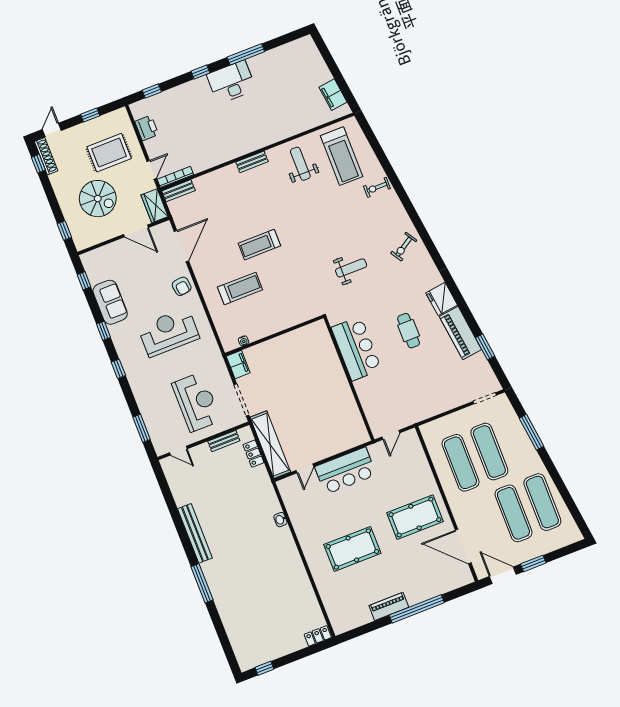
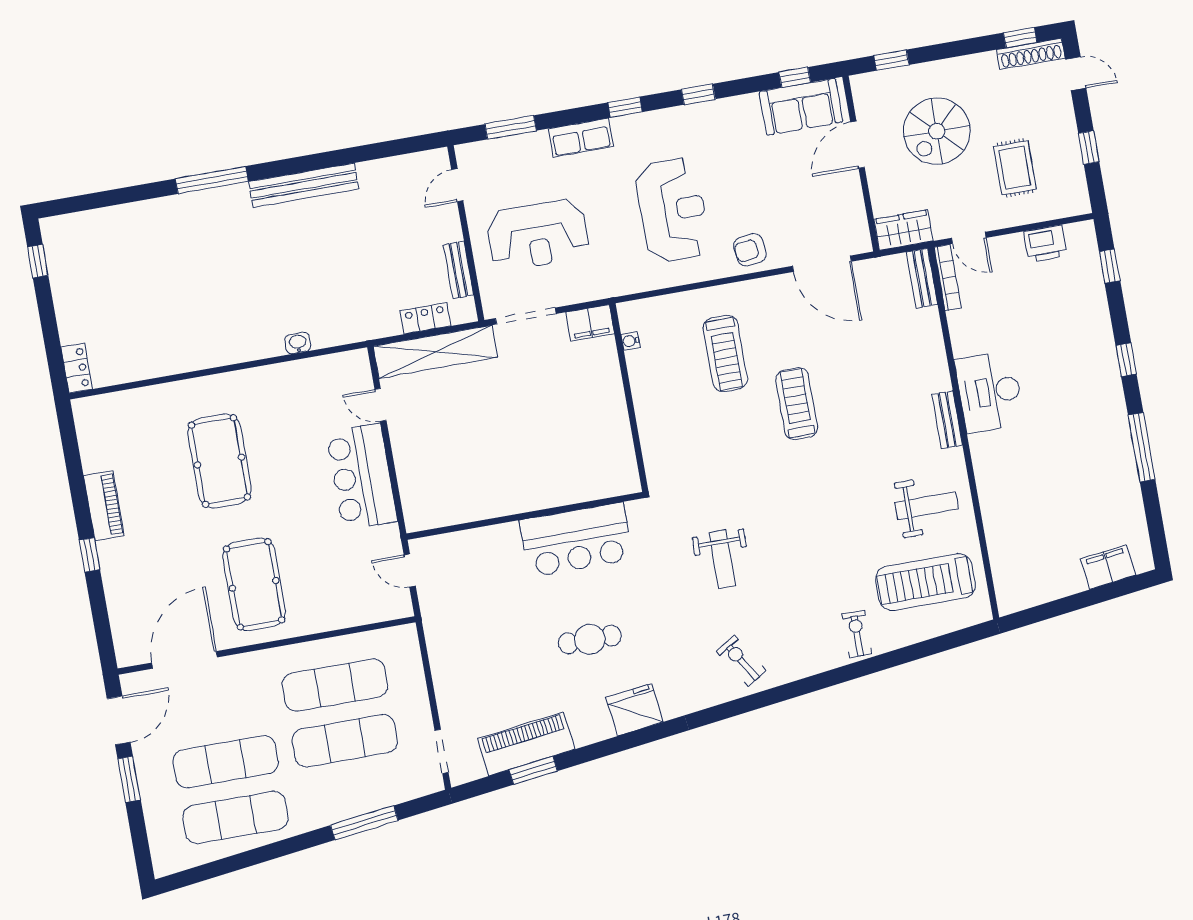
desk: (231, 82) -> (990, 392), moved, turned 180
filing cabinet: (333, 95) -> (1108, 567), moved
rug: (109, 153) -> (1015, 168), width x0.73, depth x0.70
door: (136, 231) -> (857, 145), moved
sofa: (110, 302) -> (801, 107), moved
piano: (460, 333) -> (526, 744), moved
row of seats: (139, 389) -> (581, 138), added
window: (417, 609) -> (90, 555), width x0.32

